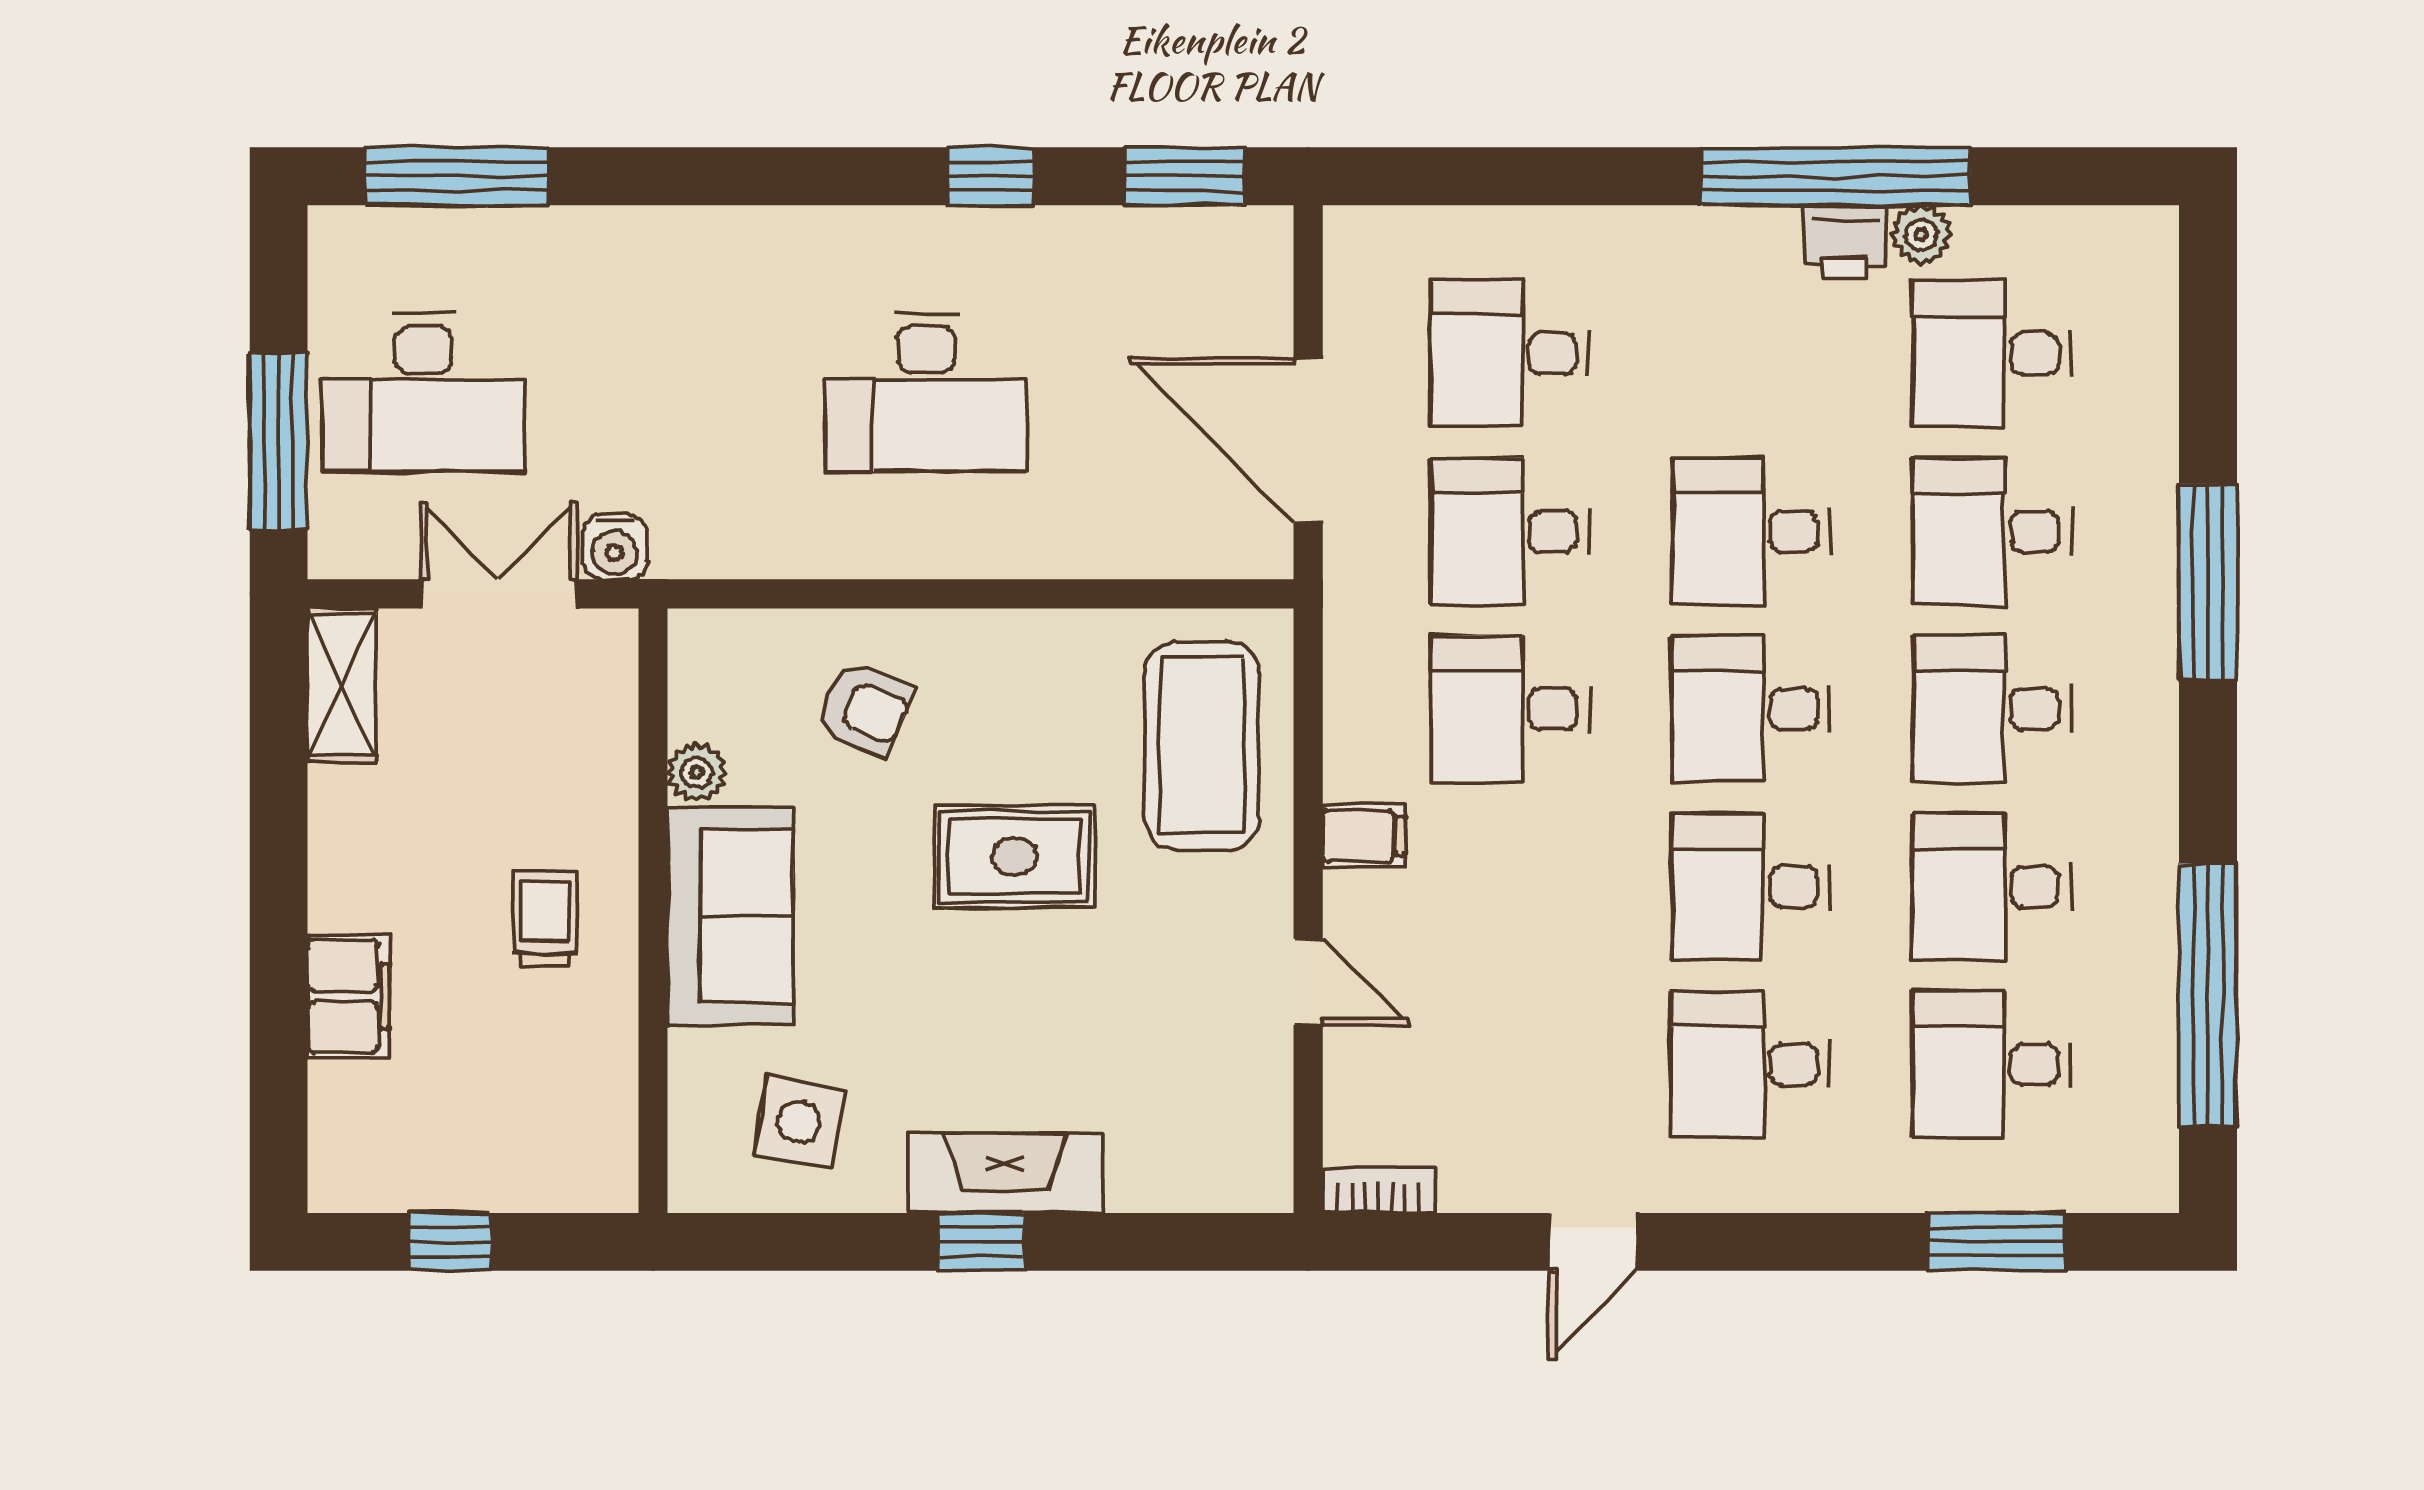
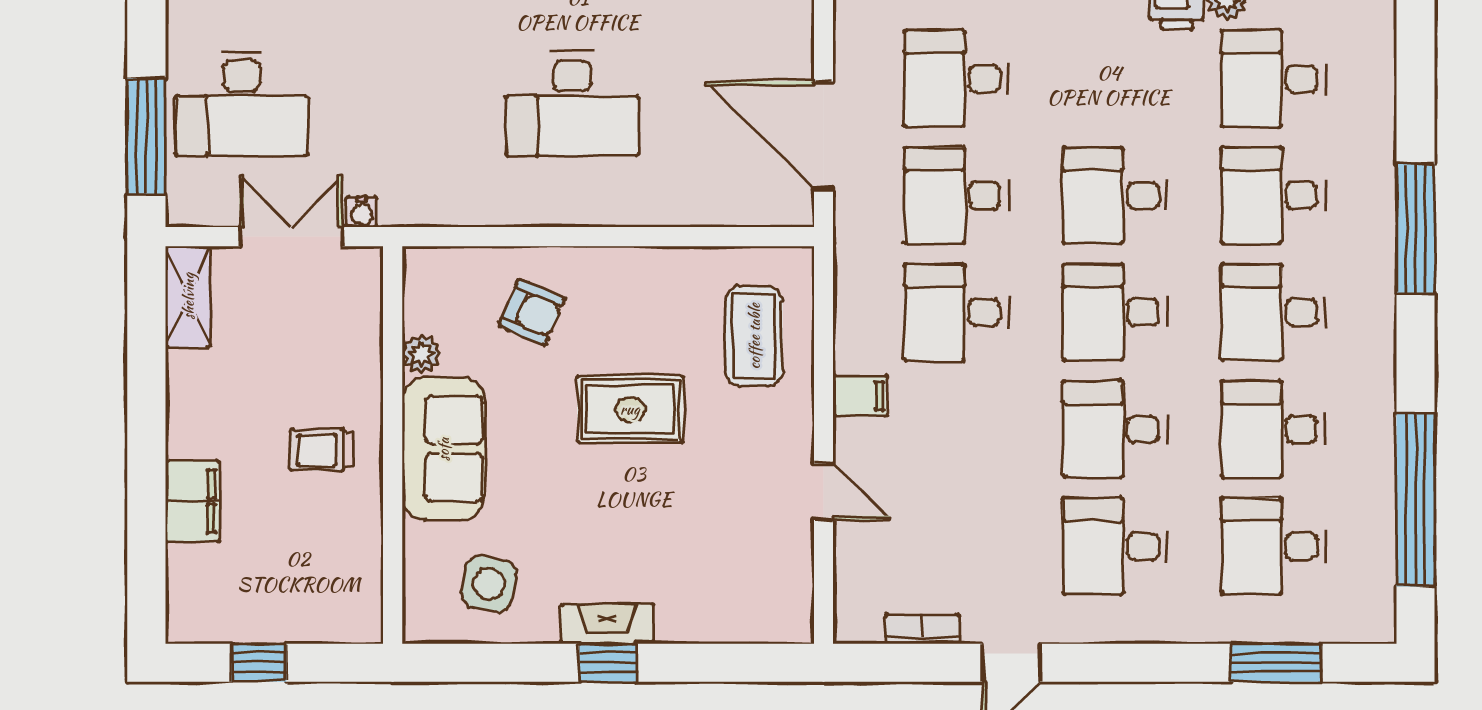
water cooler: (615, 547) -> (362, 212), width x0.72, depth x0.72
coffee table: (1202, 745) -> (754, 336), width x0.73, depth x0.76
trolley: (545, 918) -> (322, 450), turned -90
fireplace: (1005, 1173) -> (607, 624), width x0.73, depth x0.76
bookcase: (1379, 1190) -> (922, 629), moved

